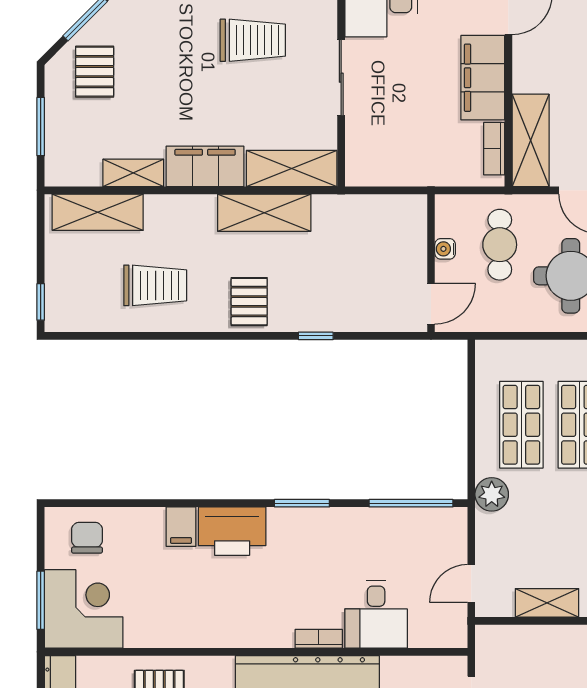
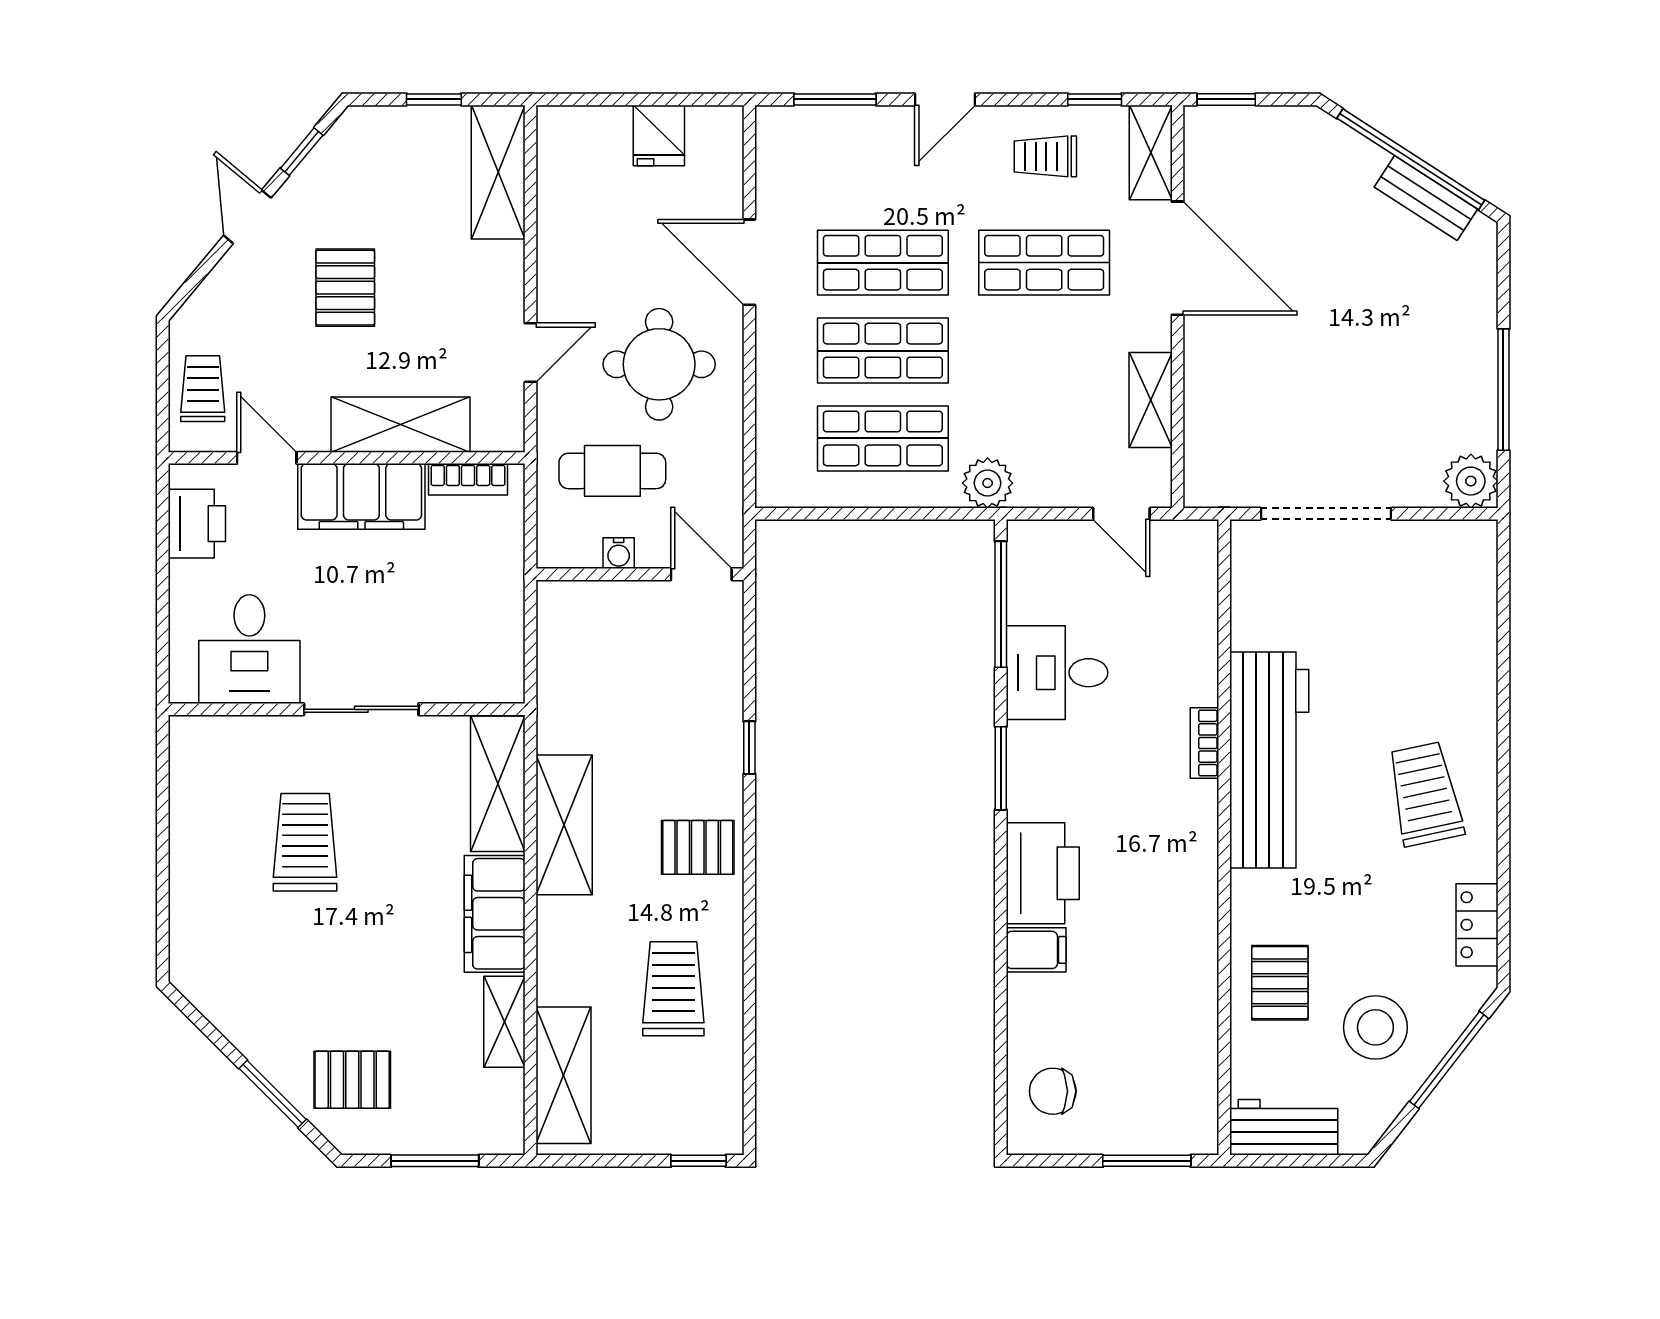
shelving: (531, 140) -> (401, 425), moved
corner desk: (84, 609) -> (1160, 1096), removed
desk: (376, 614) -> (1057, 673), moved, turned 180

